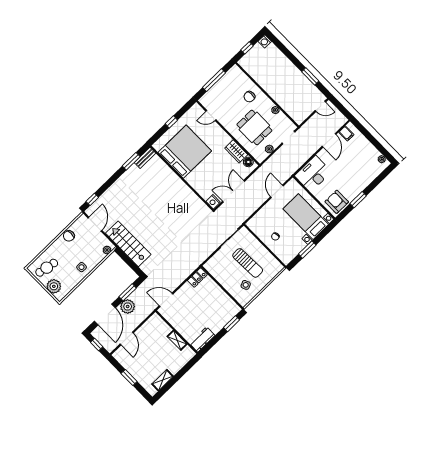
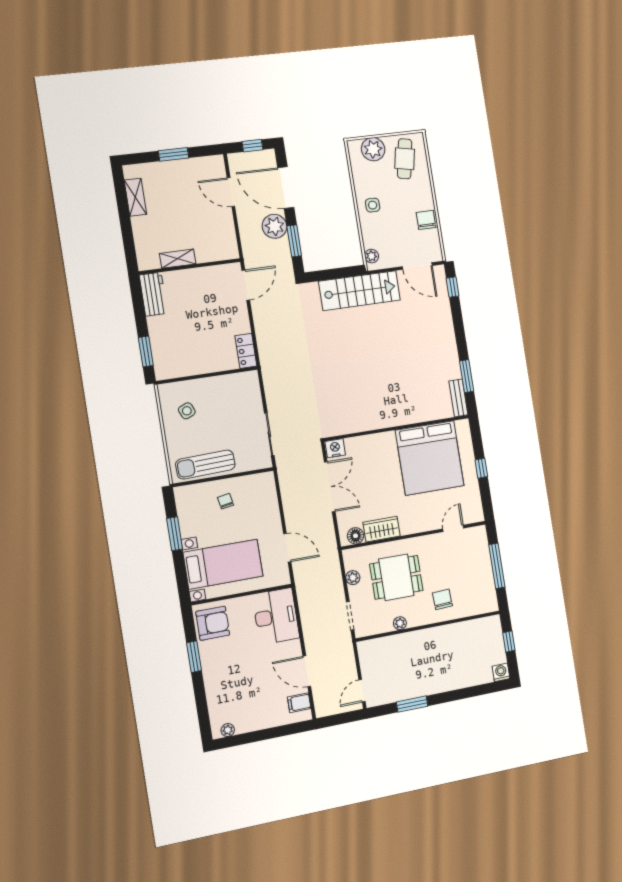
sun lounger: (248, 263) -> (205, 465), moved

